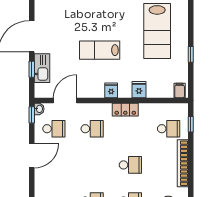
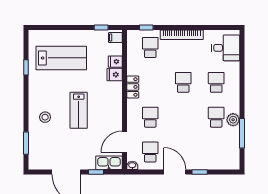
stool: (92, 13) -> (45, 117), added
window: (191, 54) -> (101, 27), moved
kitchen sink: (42, 68) -> (109, 163), moved
fridge: (111, 90) -> (115, 62), moved
door: (65, 100) -> (125, 142), hinge flipped
window: (32, 115) -> (200, 172), moved

